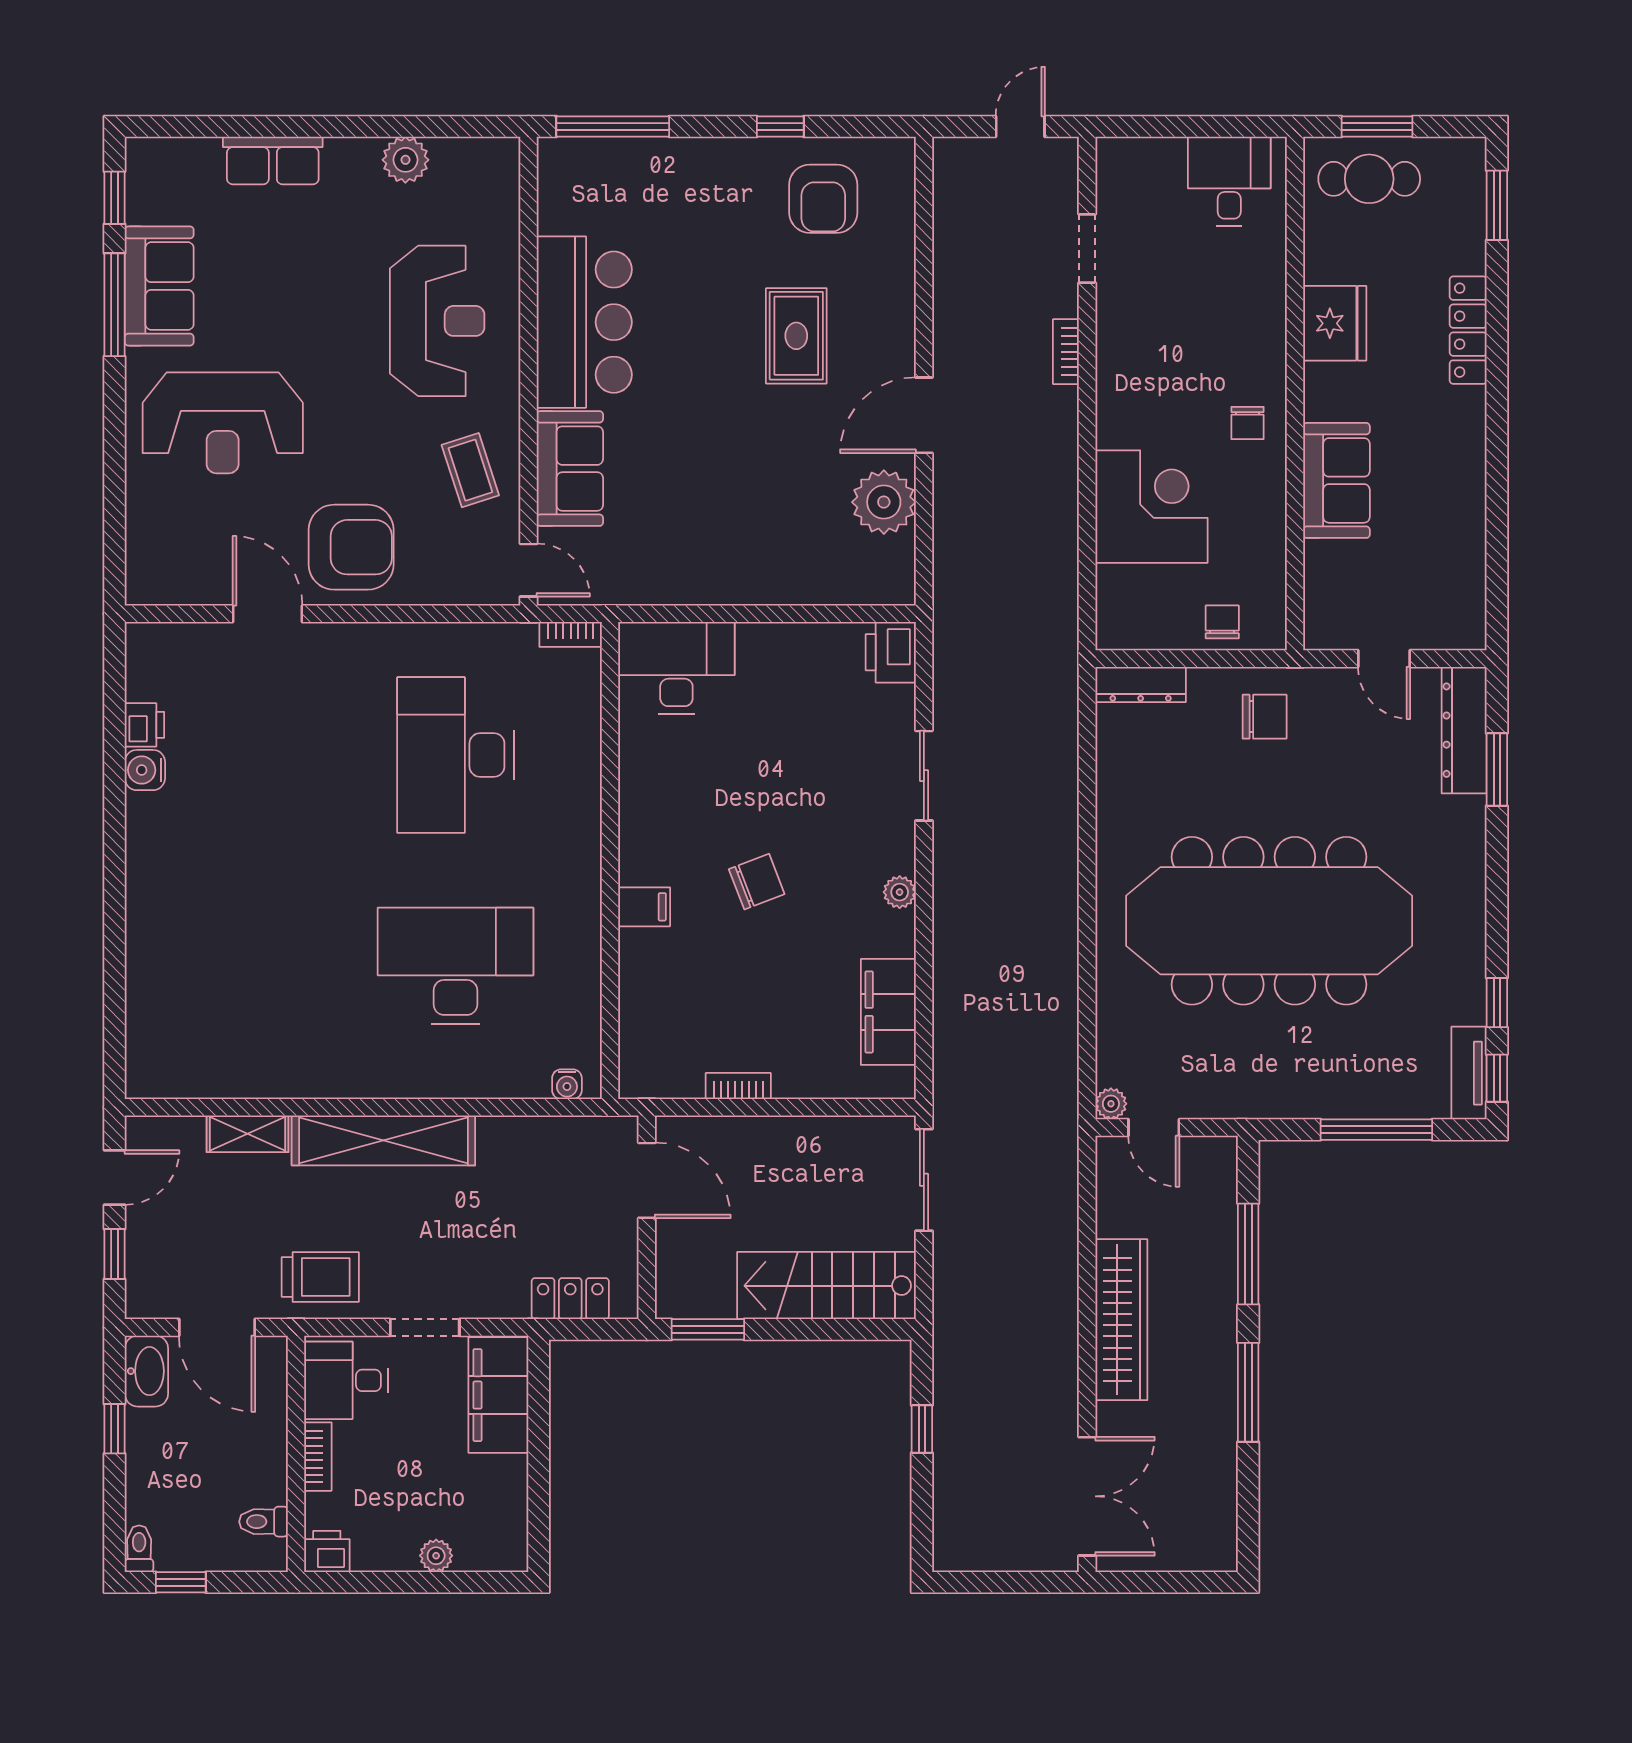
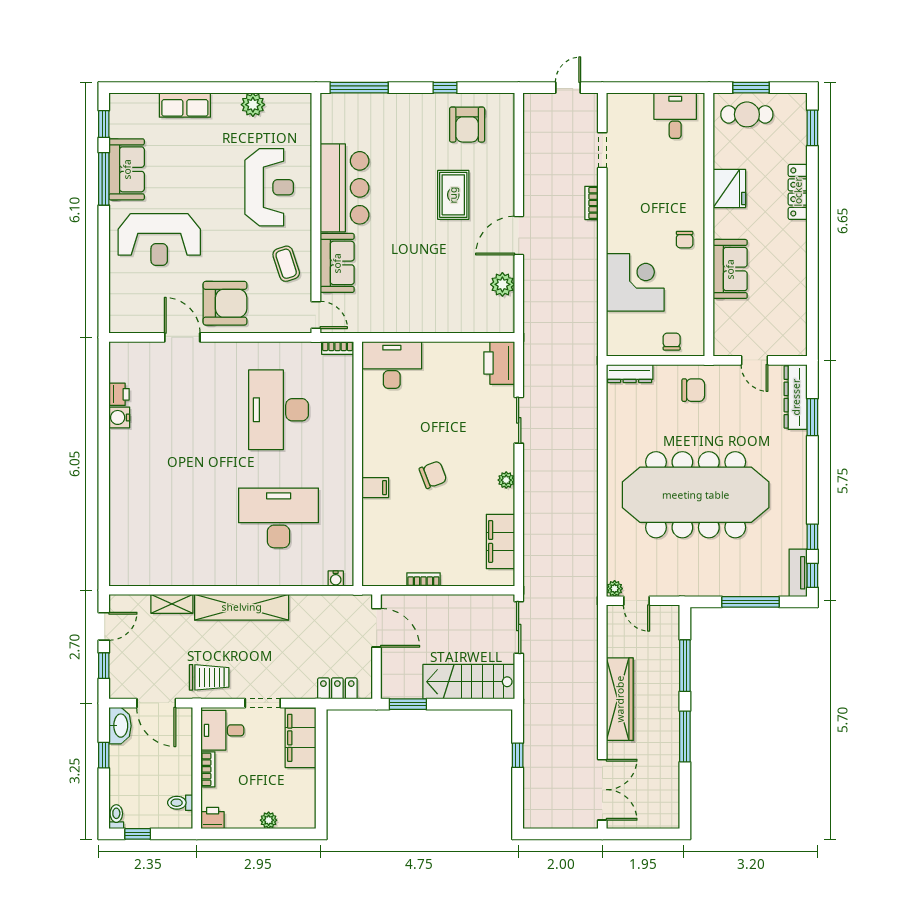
plant: (884, 502) -> (502, 284), width x0.73, depth x0.73
printer: (891, 652) -> (499, 363), width x1.37, depth x1.19

